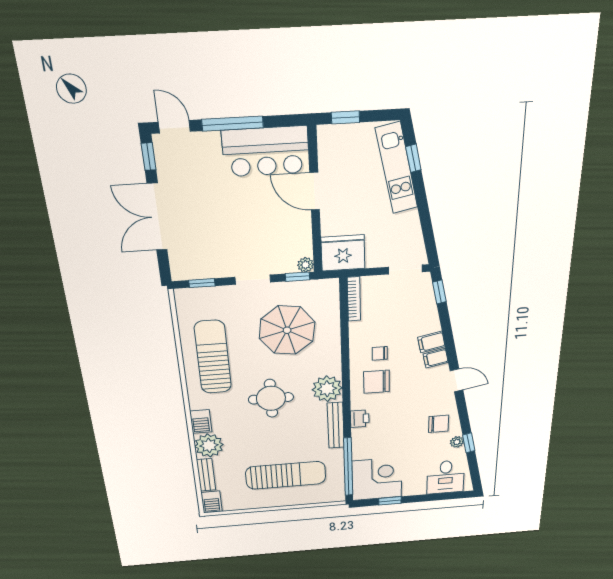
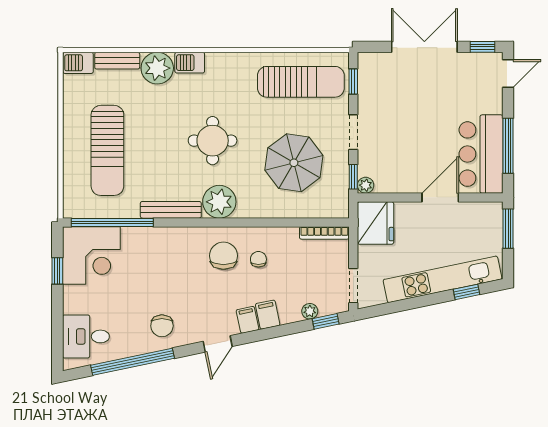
window: (346, 117) -> (508, 229), width x1.50
window: (233, 124) -> (508, 146), moved
kitchen unit: (397, 168) -> (442, 279), width x1.36
sun lounger: (213, 357) -> (301, 82), moved
printer: (360, 419) -> (177, 237), removed
plant: (457, 442) -> (310, 311), moved
window: (469, 443) -> (132, 362), width x3.17

